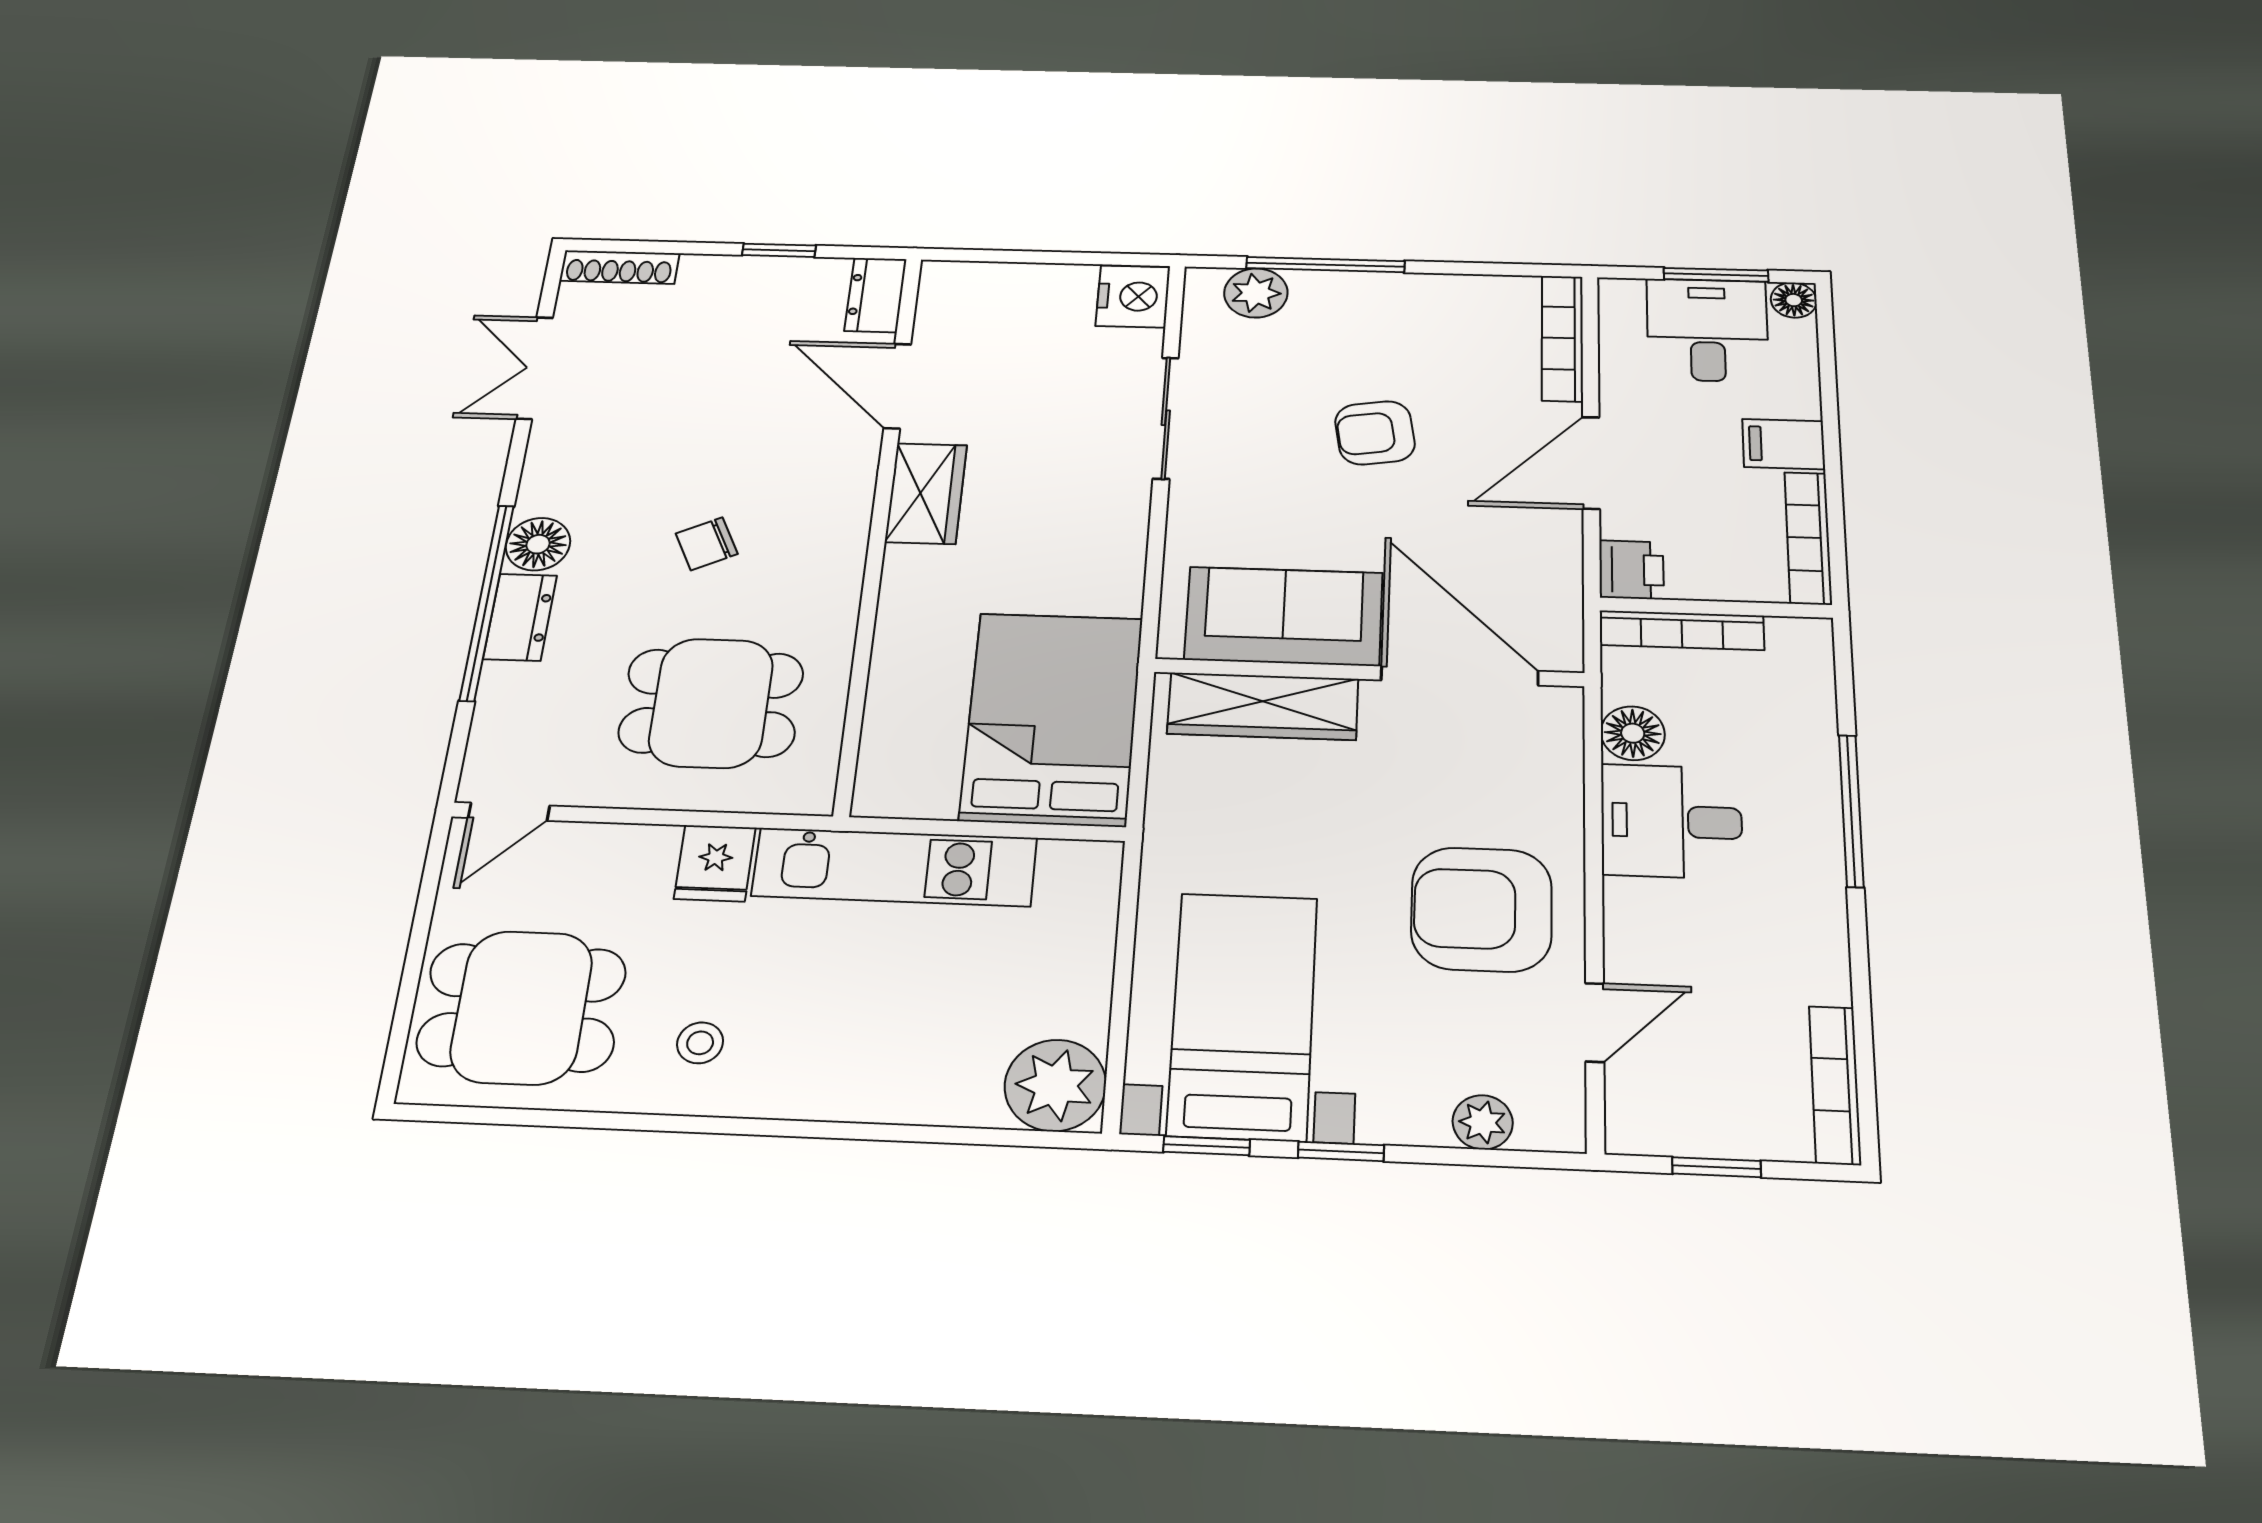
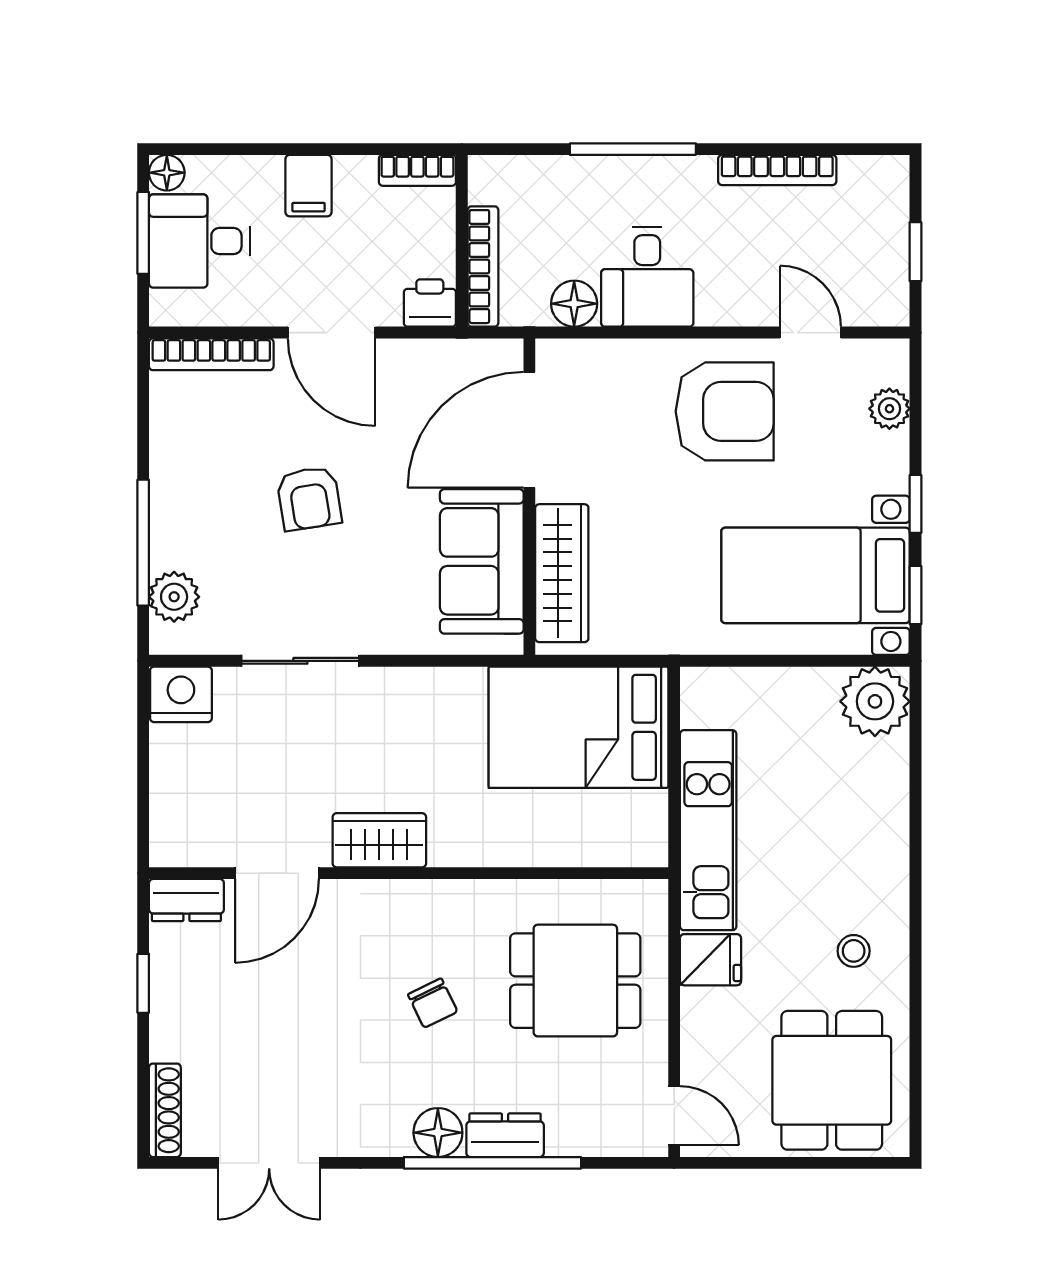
bookcase: (1808, 538) -> (417, 170), width x0.64
dining table: (711, 703) -> (575, 981), turned 90
armchair: (1482, 909) -> (725, 411), turned -90
bookcase: (1835, 1085) -> (777, 170), moved

